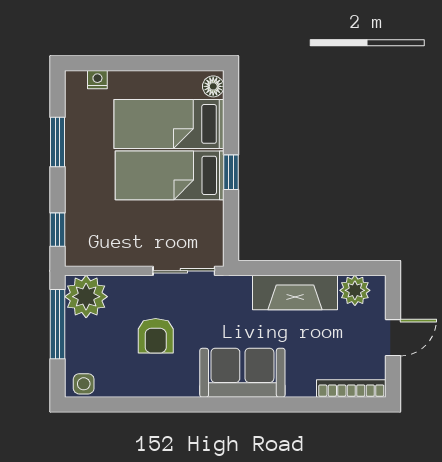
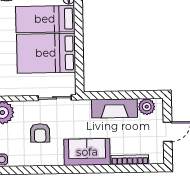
window: (231, 172) -> (79, 44), removed
bed: (170, 175) -> (46, 53), width x1.50
bookcase: (351, 388) -> (130, 160), moved

